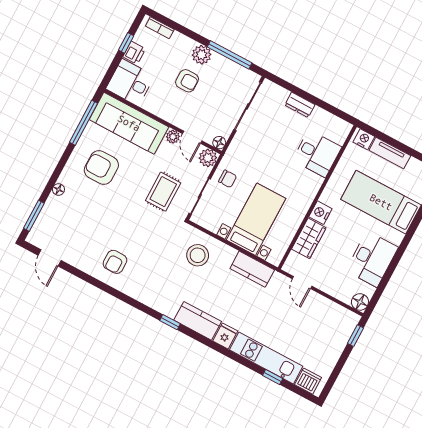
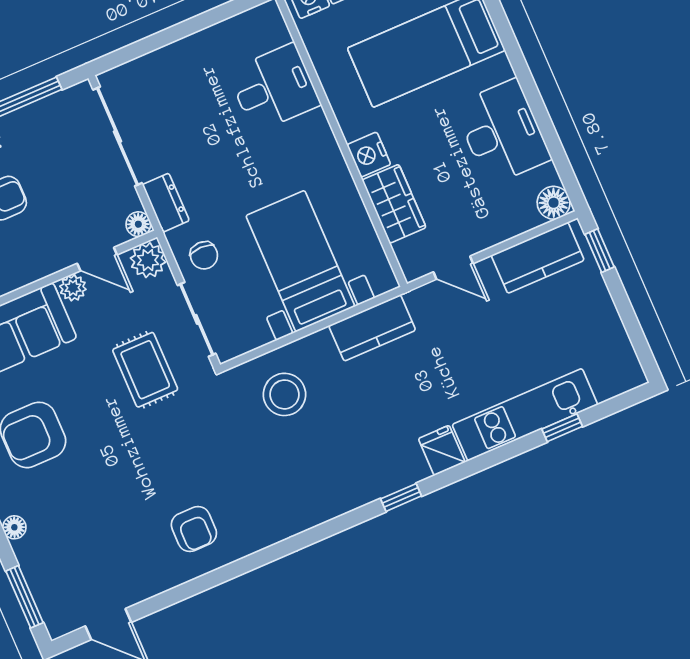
dresser: (300, 105) -> (166, 203), moved, turned -90
chair: (228, 179) -> (204, 255), turned 90
kitchen counter: (198, 321) -> (538, 258), moved, turned 180
window: (170, 322) -> (401, 497), moved
dishwasher: (308, 381) -> (611, 379), removed

